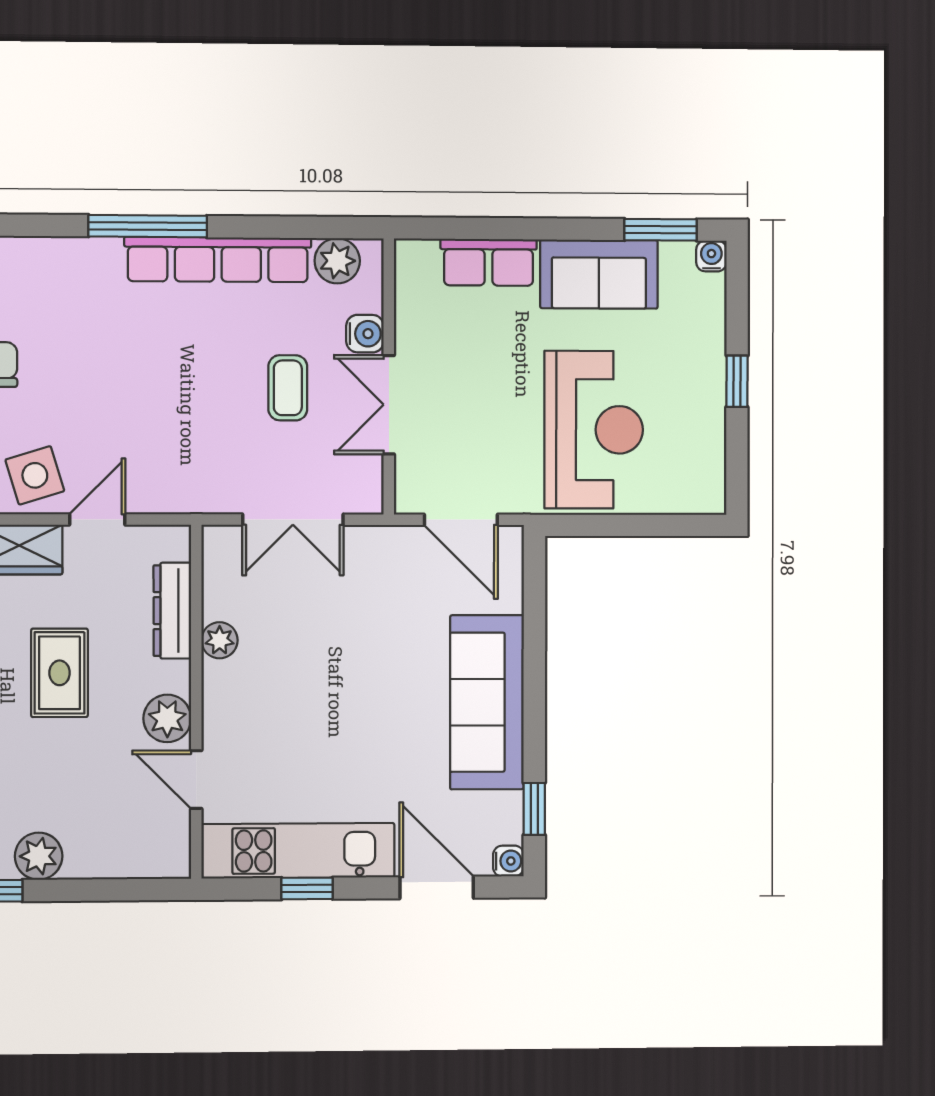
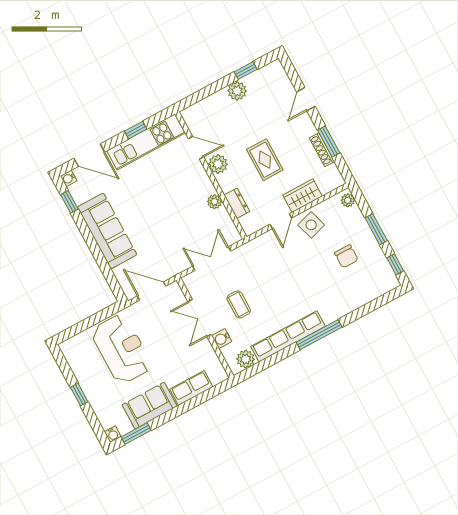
double door: (389, 405) -> (200, 318), swing flipped
reception desk: (594, 430) -> (121, 349), turned 180
dresser: (172, 611) -> (237, 203), width x0.70

